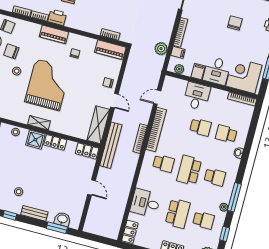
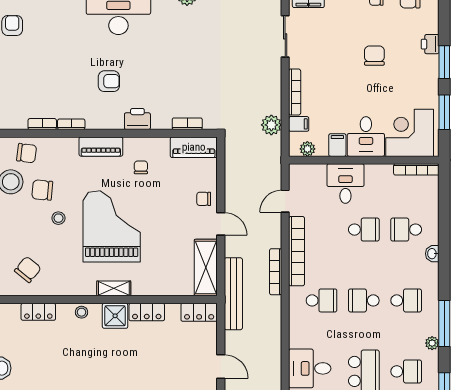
printer: (57, 17) -> (137, 119), moved
school desk: (189, 170) -> (364, 300), width x0.54

